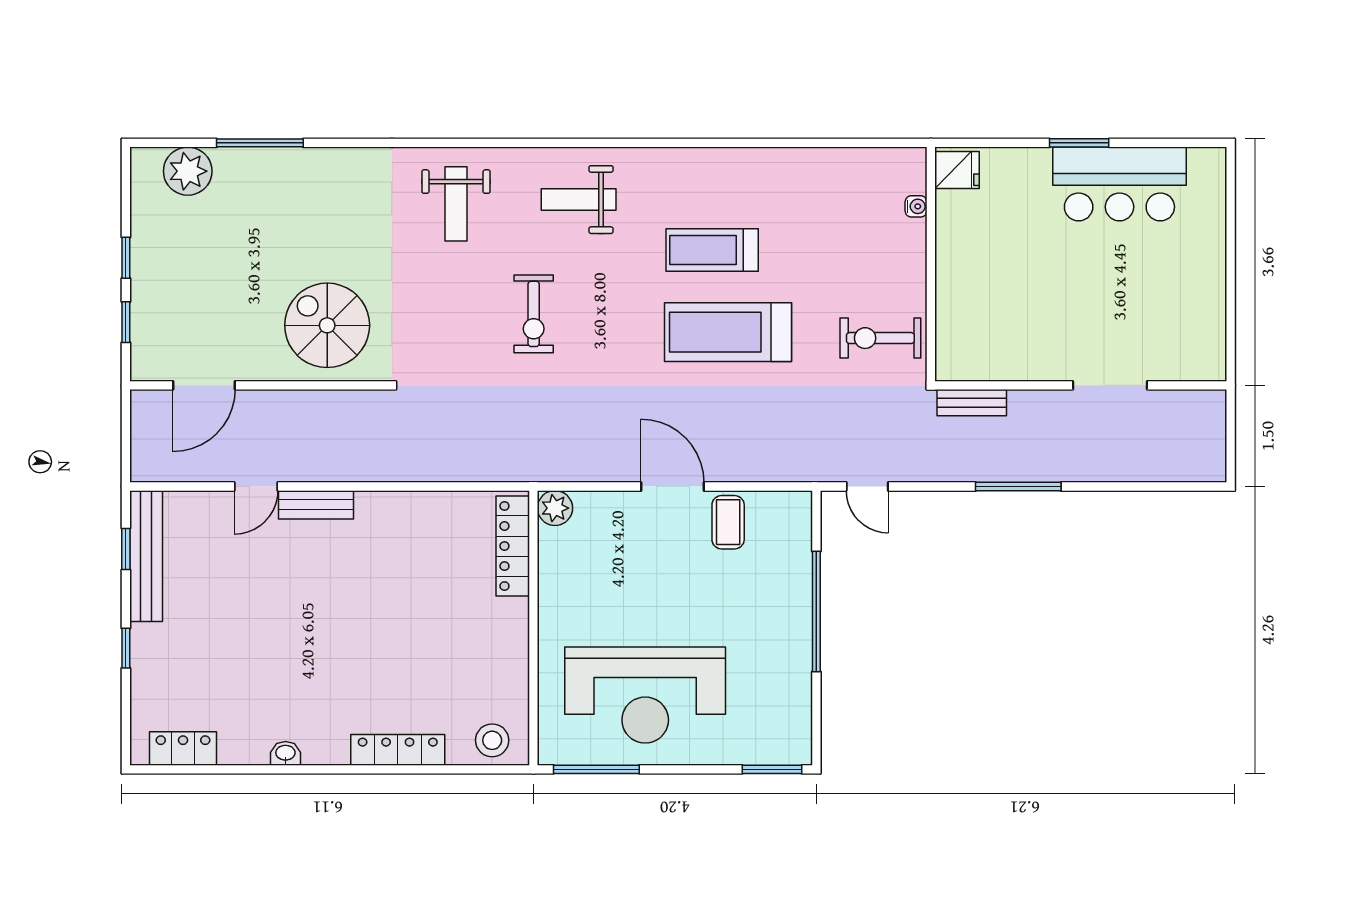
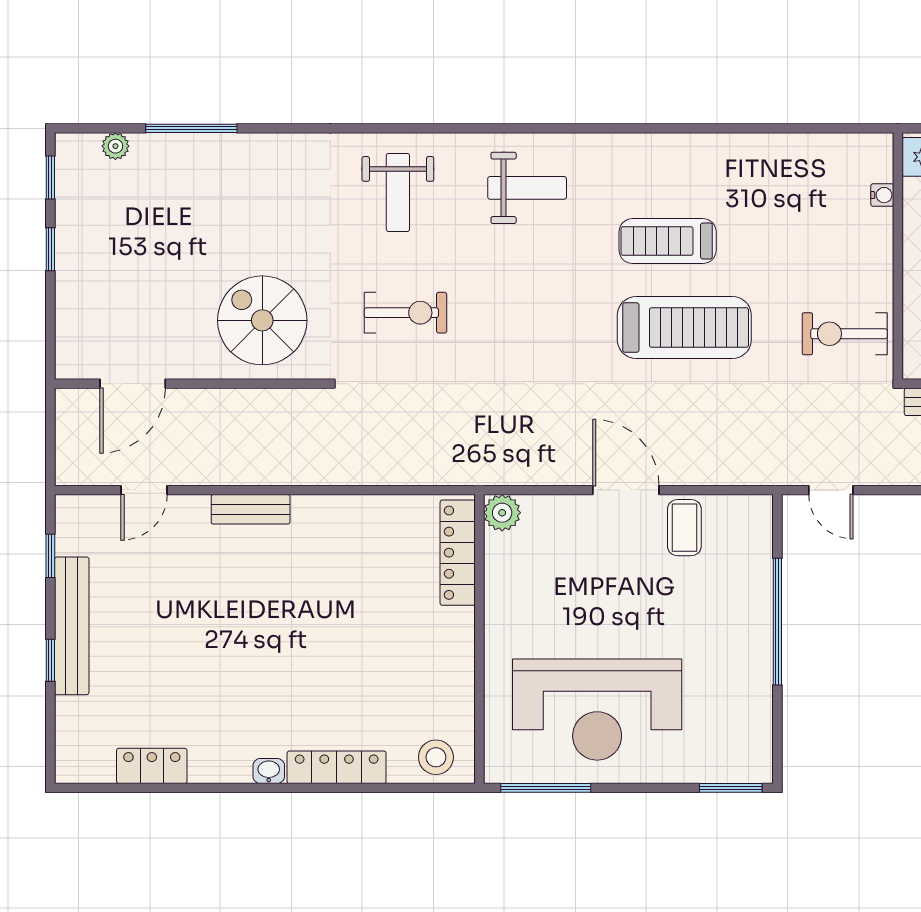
plant: (188, 171) -> (115, 146), width x0.53, depth x0.53
weight bench: (579, 200) -> (527, 188), turned 180
exercise bike: (534, 314) -> (405, 313), moved, turned -90
window: (126, 322) -> (50, 177), moved
treadmill: (728, 332) -> (684, 327), turned 180
door: (256, 486) -> (144, 490), moved
bench: (146, 556) -> (72, 626), moved
locker: (183, 749) -> (152, 766), moved
washbasin: (285, 753) -> (269, 771), moved

